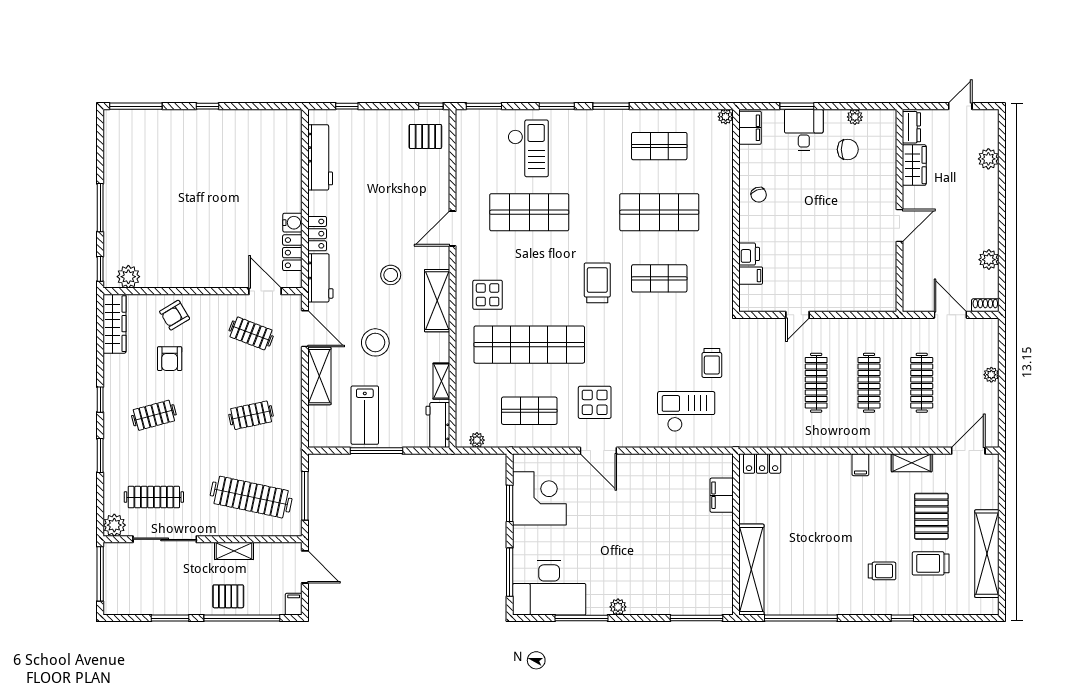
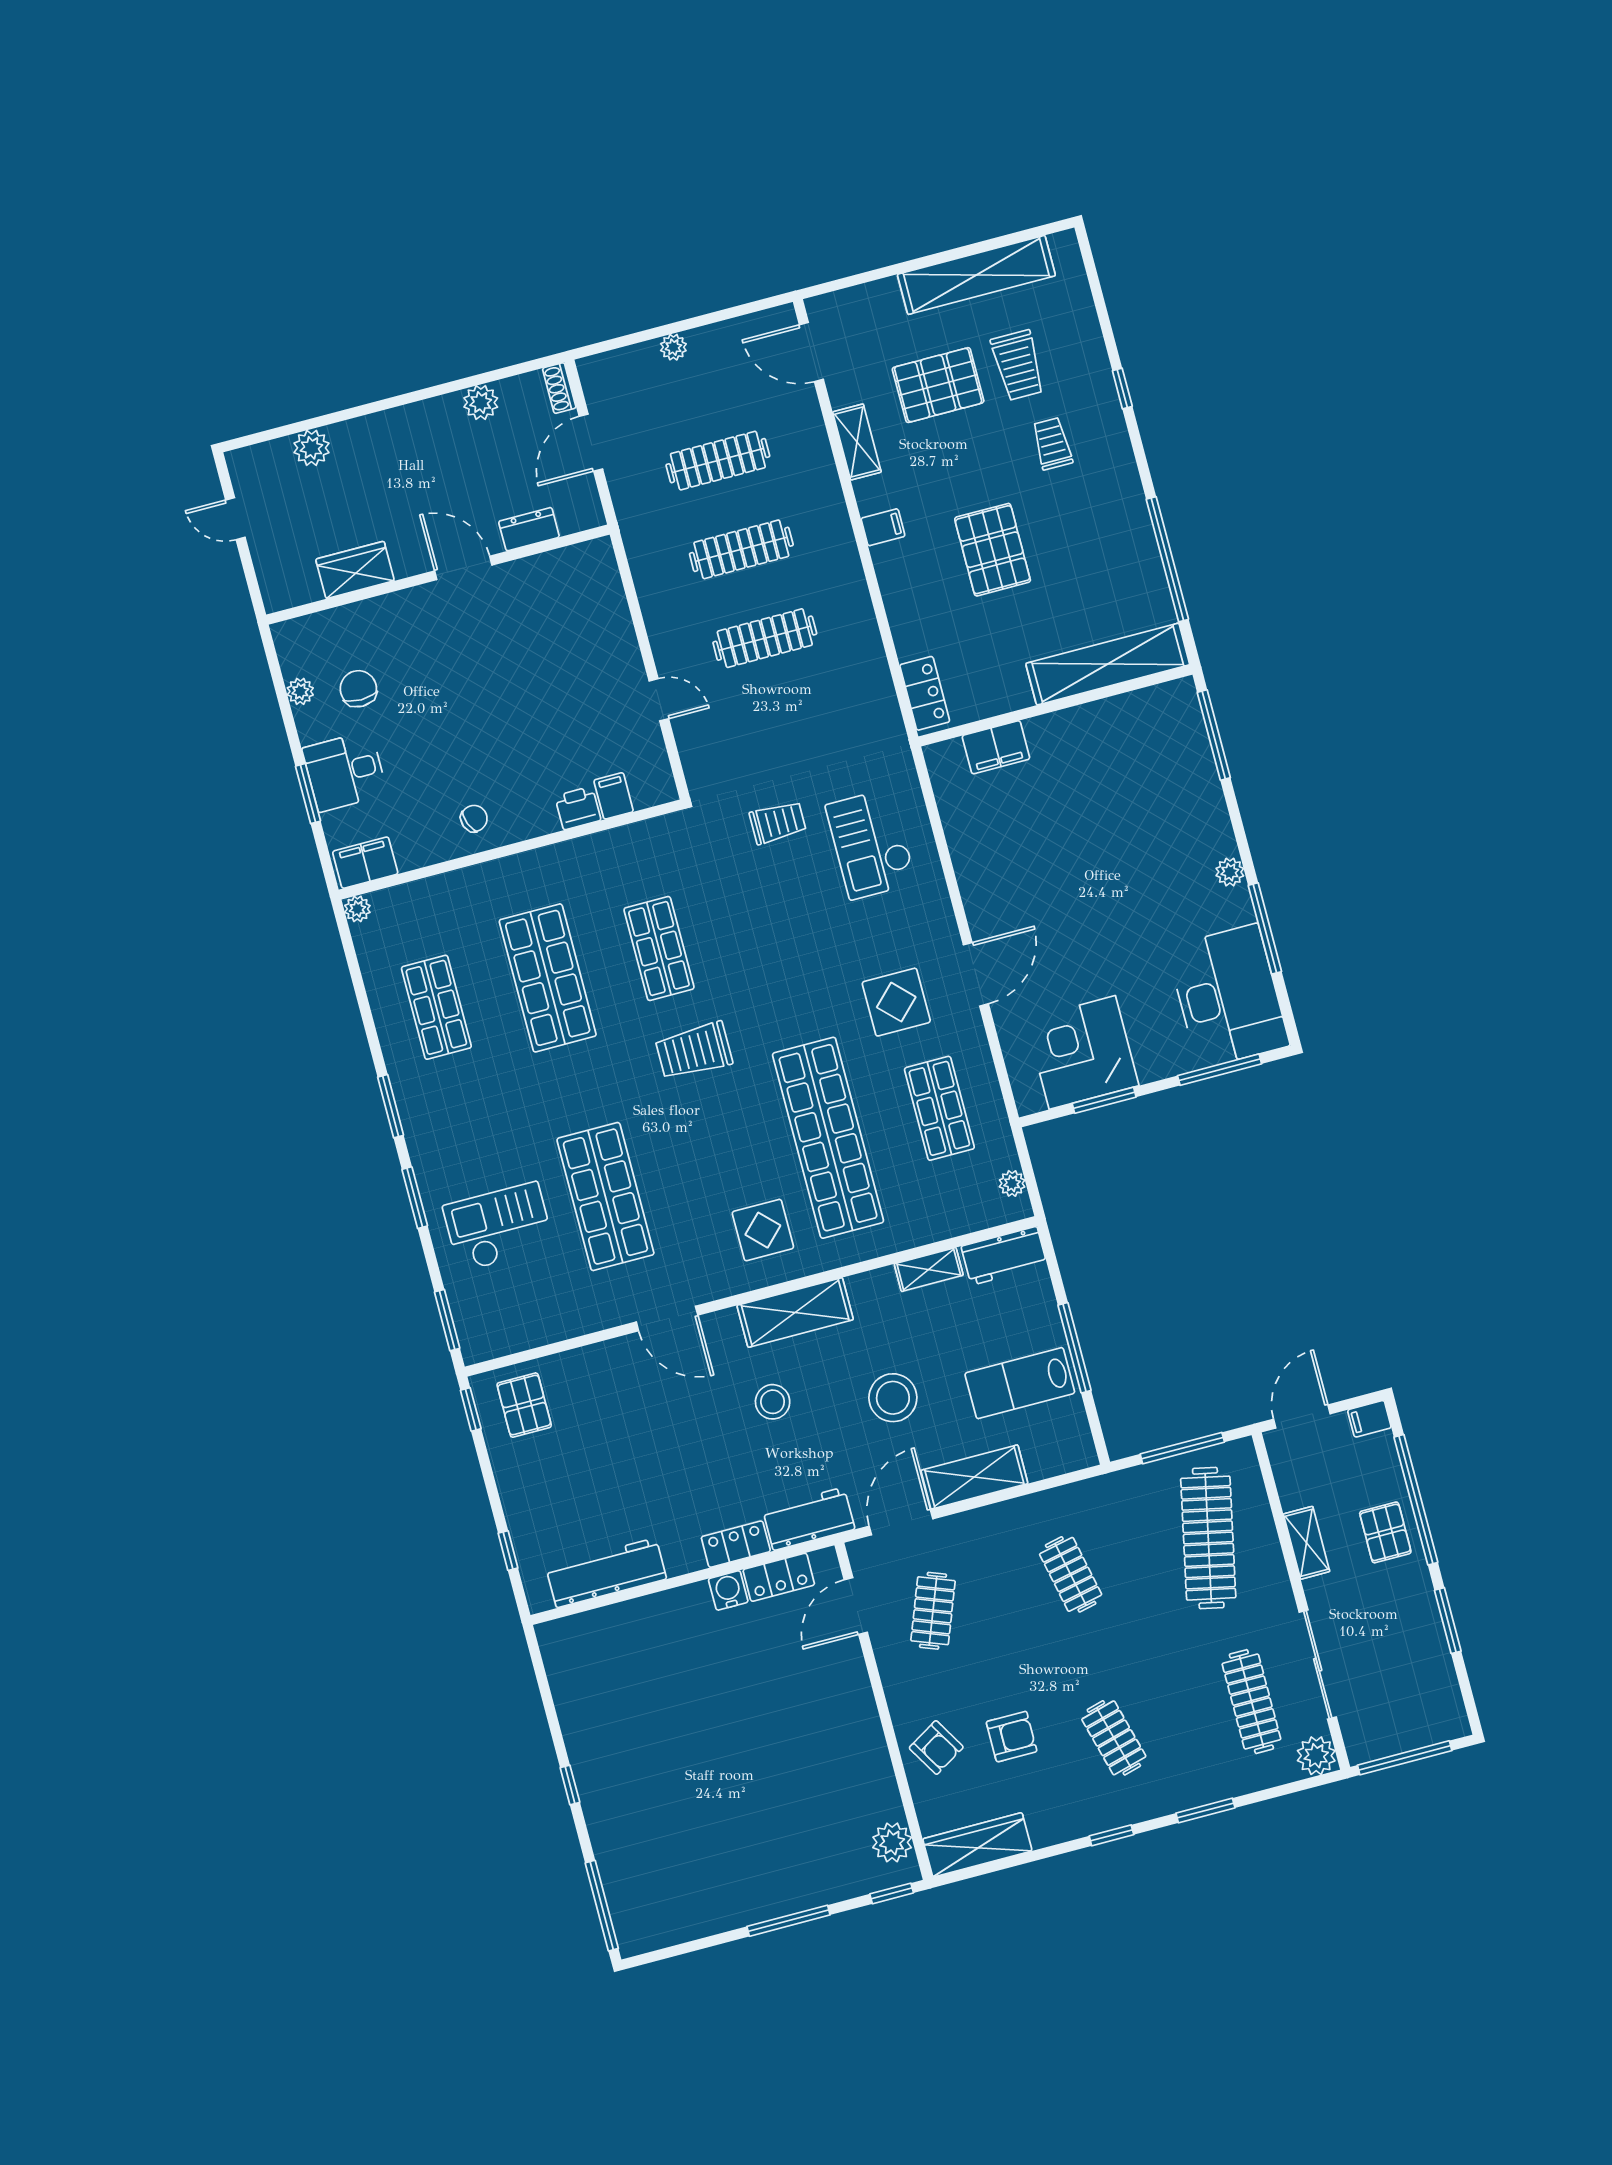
dresser: (911, 127) -> (529, 529), moved
lab bench: (365, 415) -> (1020, 1383), turned 180
pallet: (832, 522) -> (993, 550), added

